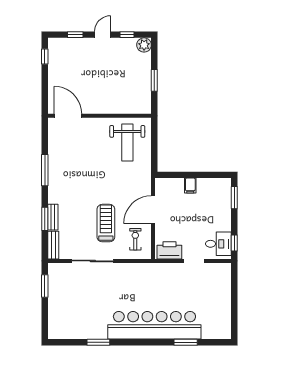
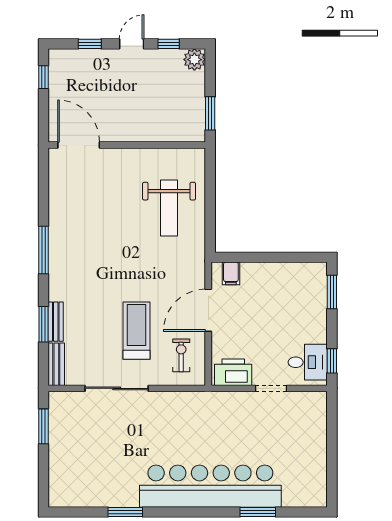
door: (68, 116) -> (79, 145), moved
wall: (100, 116) -> (127, 145), moved
filing cabinet: (190, 185) -> (231, 273), moved

